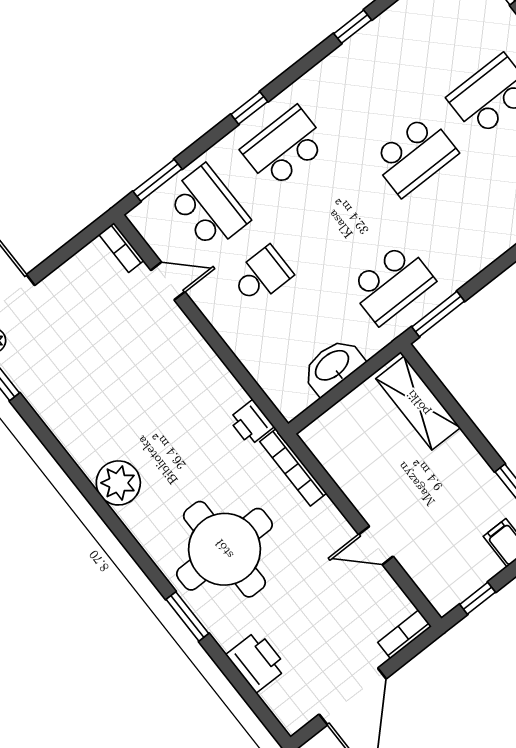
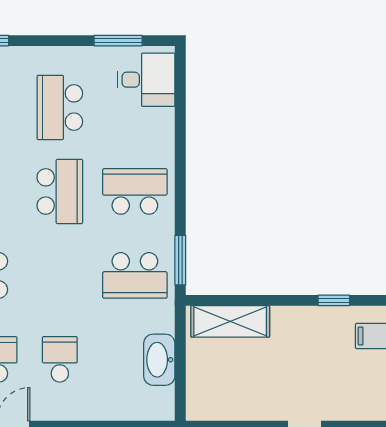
school desk: (468, 224) -> (135, 191), added
school desk: (392, 284) -> (135, 275), turned 90

